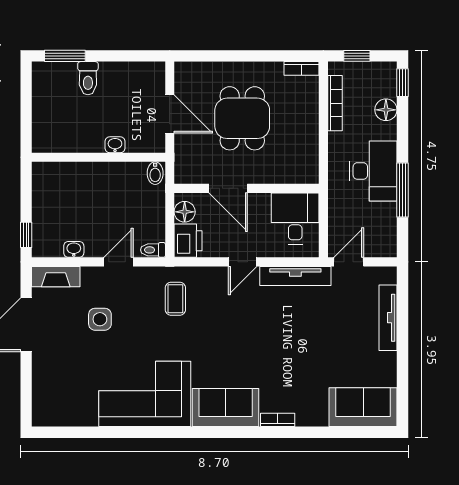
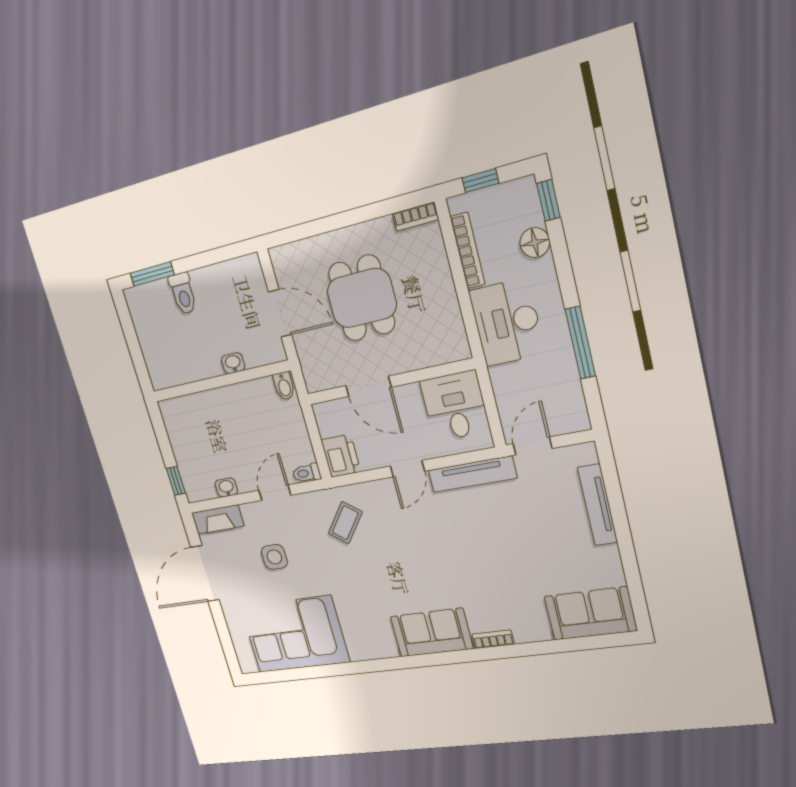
desk: (373, 171) -> (507, 322), moved, turned 180
floor lamp: (185, 212) -> (328, 424), removed
coffee table: (175, 299) -> (345, 523), turned 38
corner sofa: (145, 394) -> (295, 634), moved

